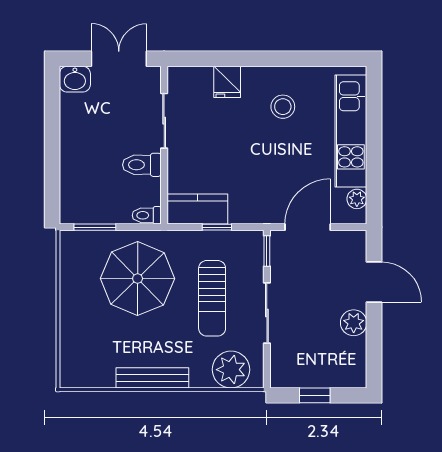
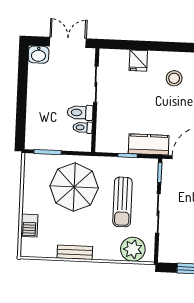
kitchen counter: (197, 209) -> (149, 144), moved
toilet: (147, 215) -> (83, 127), moved
barbecue: (72, 340) -> (29, 226), added
bench: (152, 378) -> (75, 252), width x0.73

